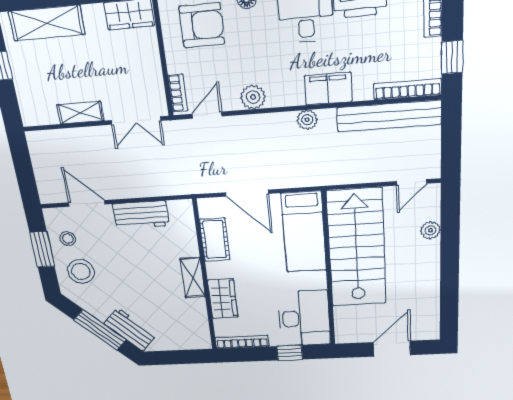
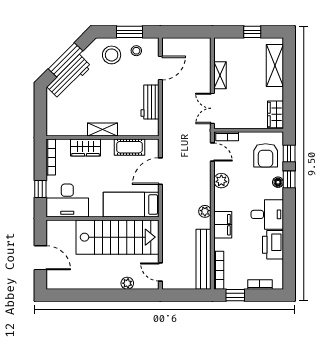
workbench: (130, 330) -> (69, 77), width x1.38

